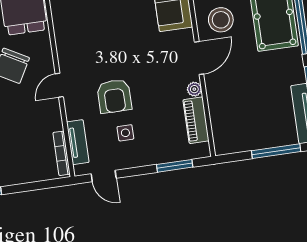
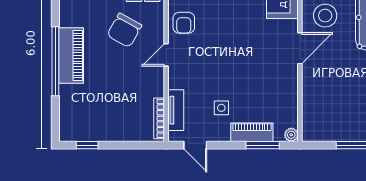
plant: (194, 89) -> (291, 135), moved
armchair: (114, 96) -> (184, 23), moved, width x0.72, depth x0.72
piano: (196, 120) -> (252, 132), moved, turned 90

